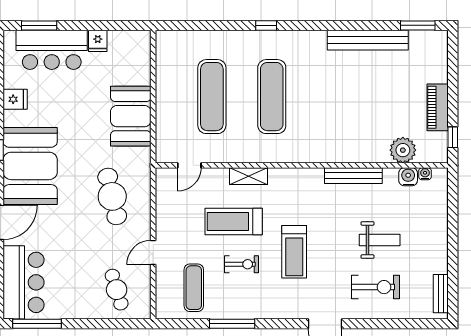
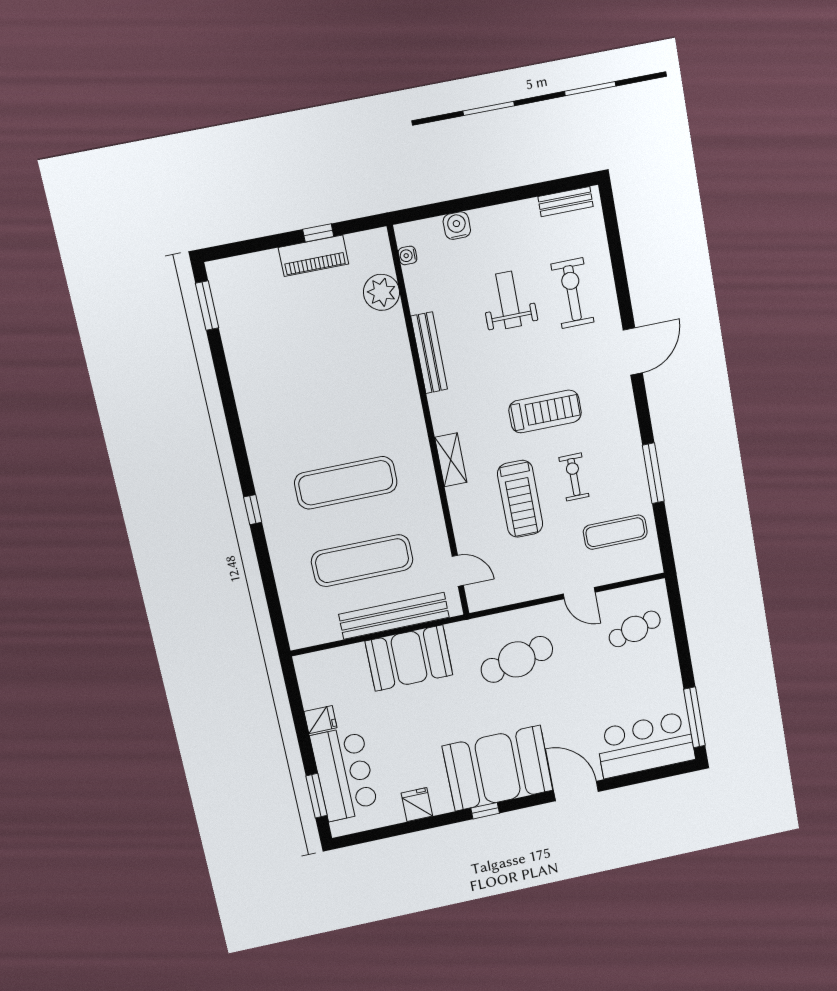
bench: (368, 40) -> (394, 616), moved, turned 90
window: (453, 137) -> (318, 233), moved
shelving: (248, 176) -> (451, 460), moved
water cooler: (408, 177) -> (457, 226), moved, turned 90

